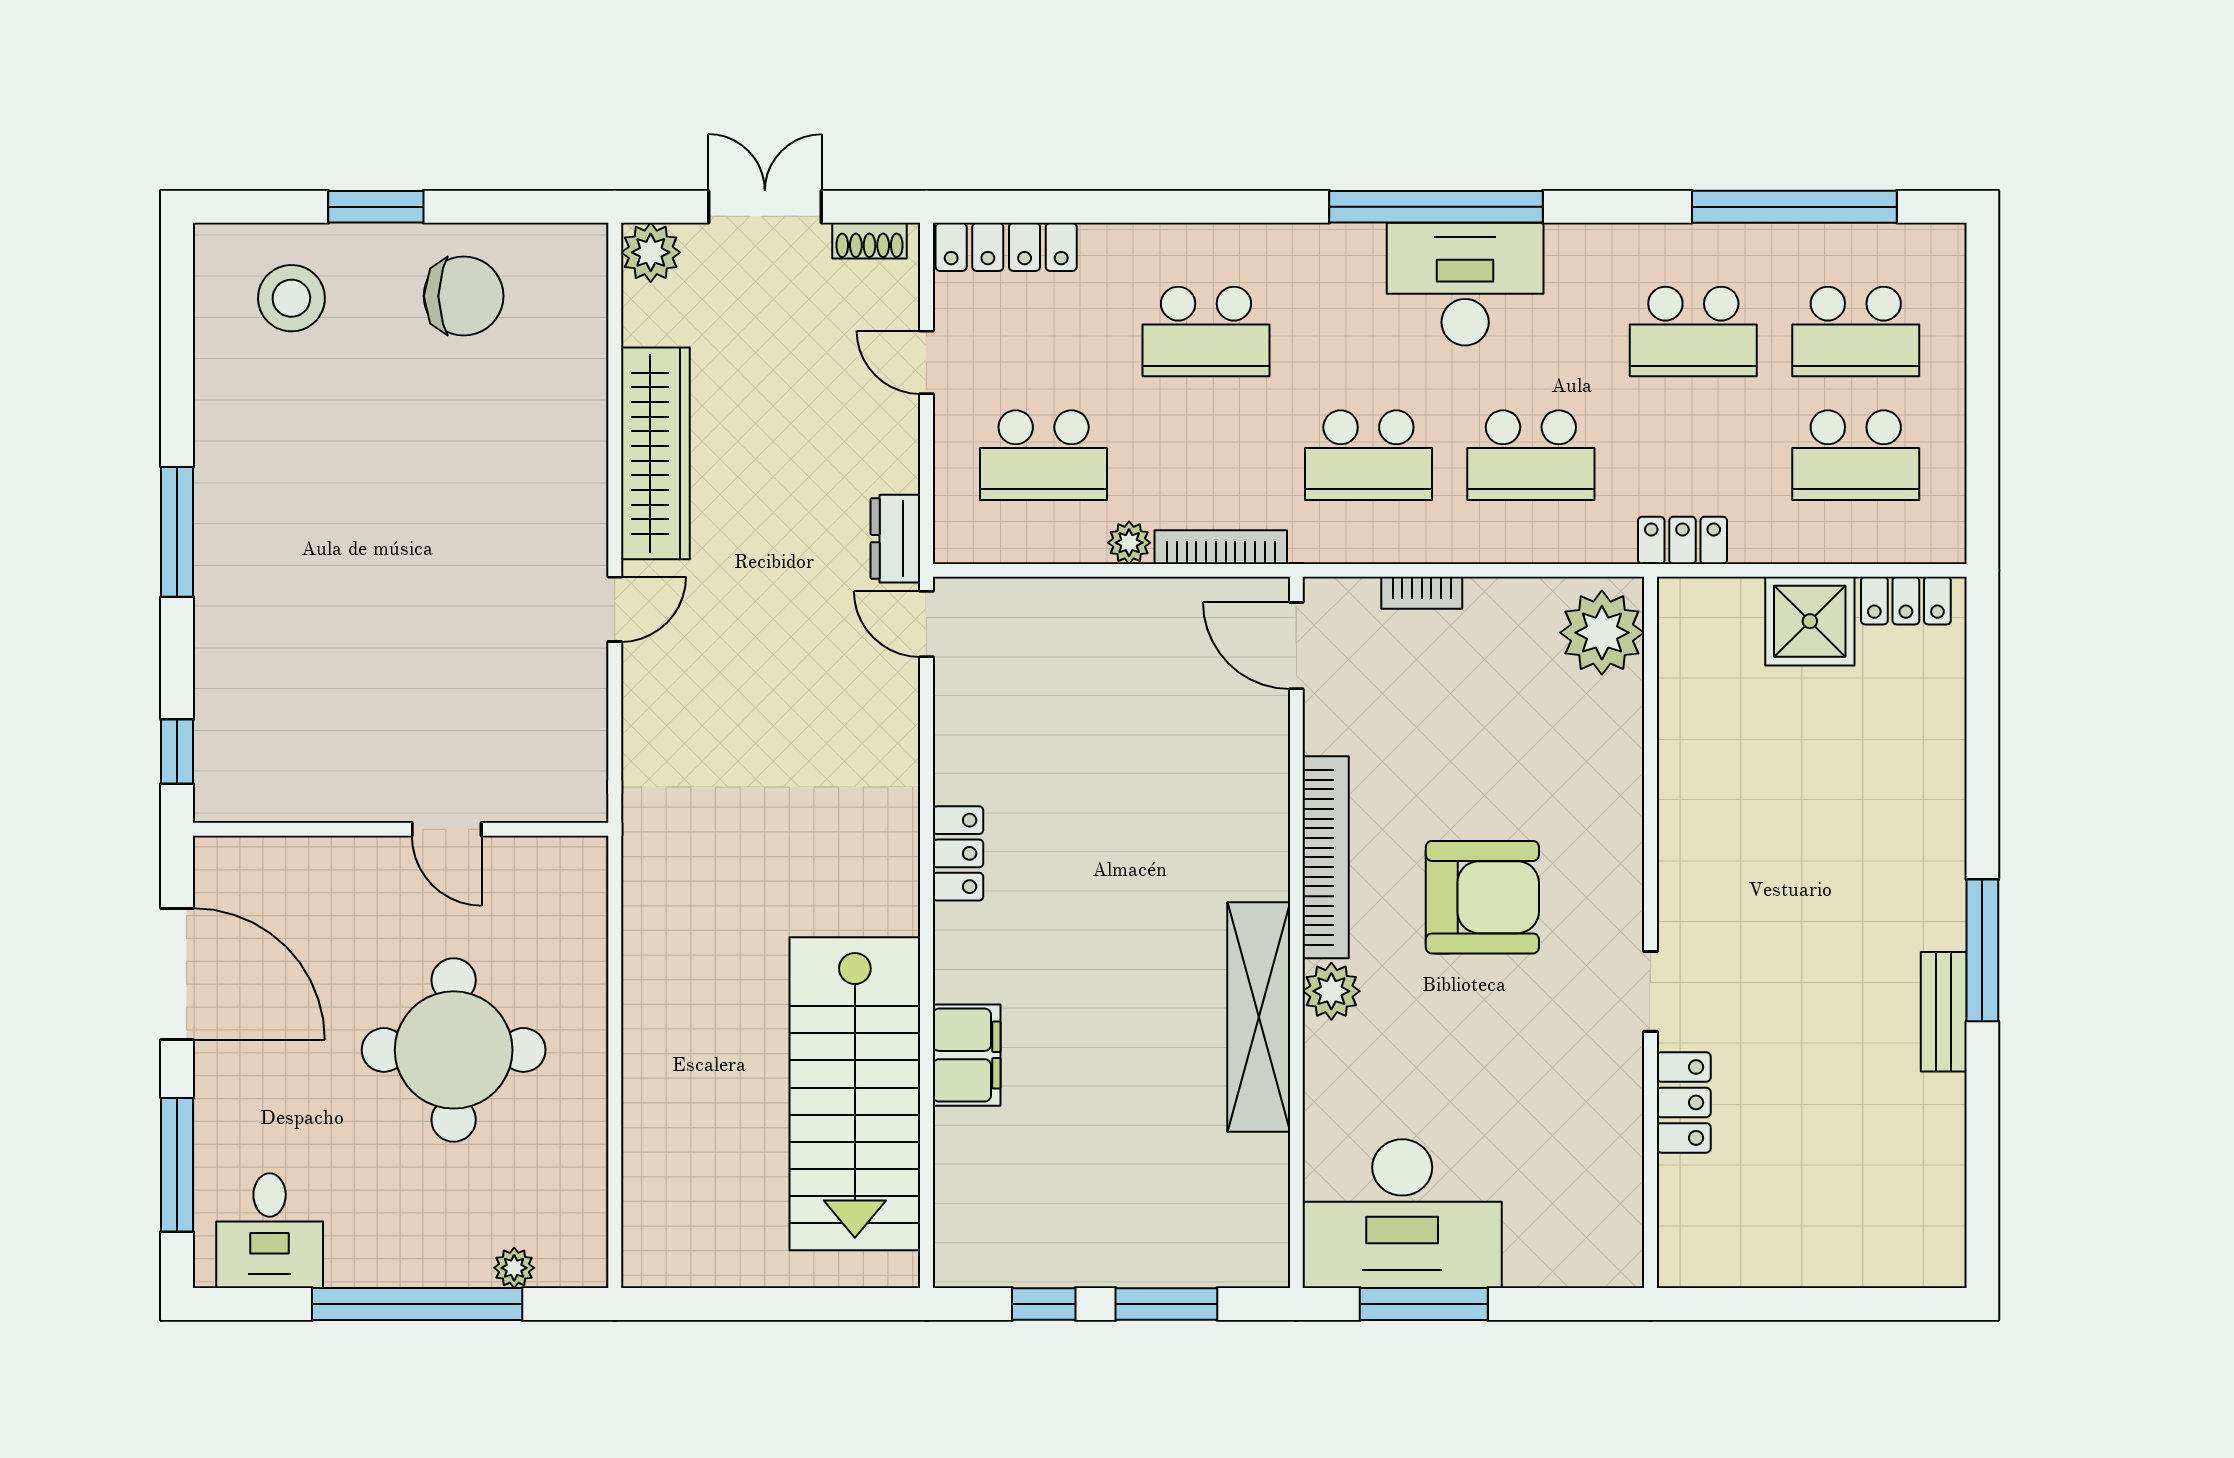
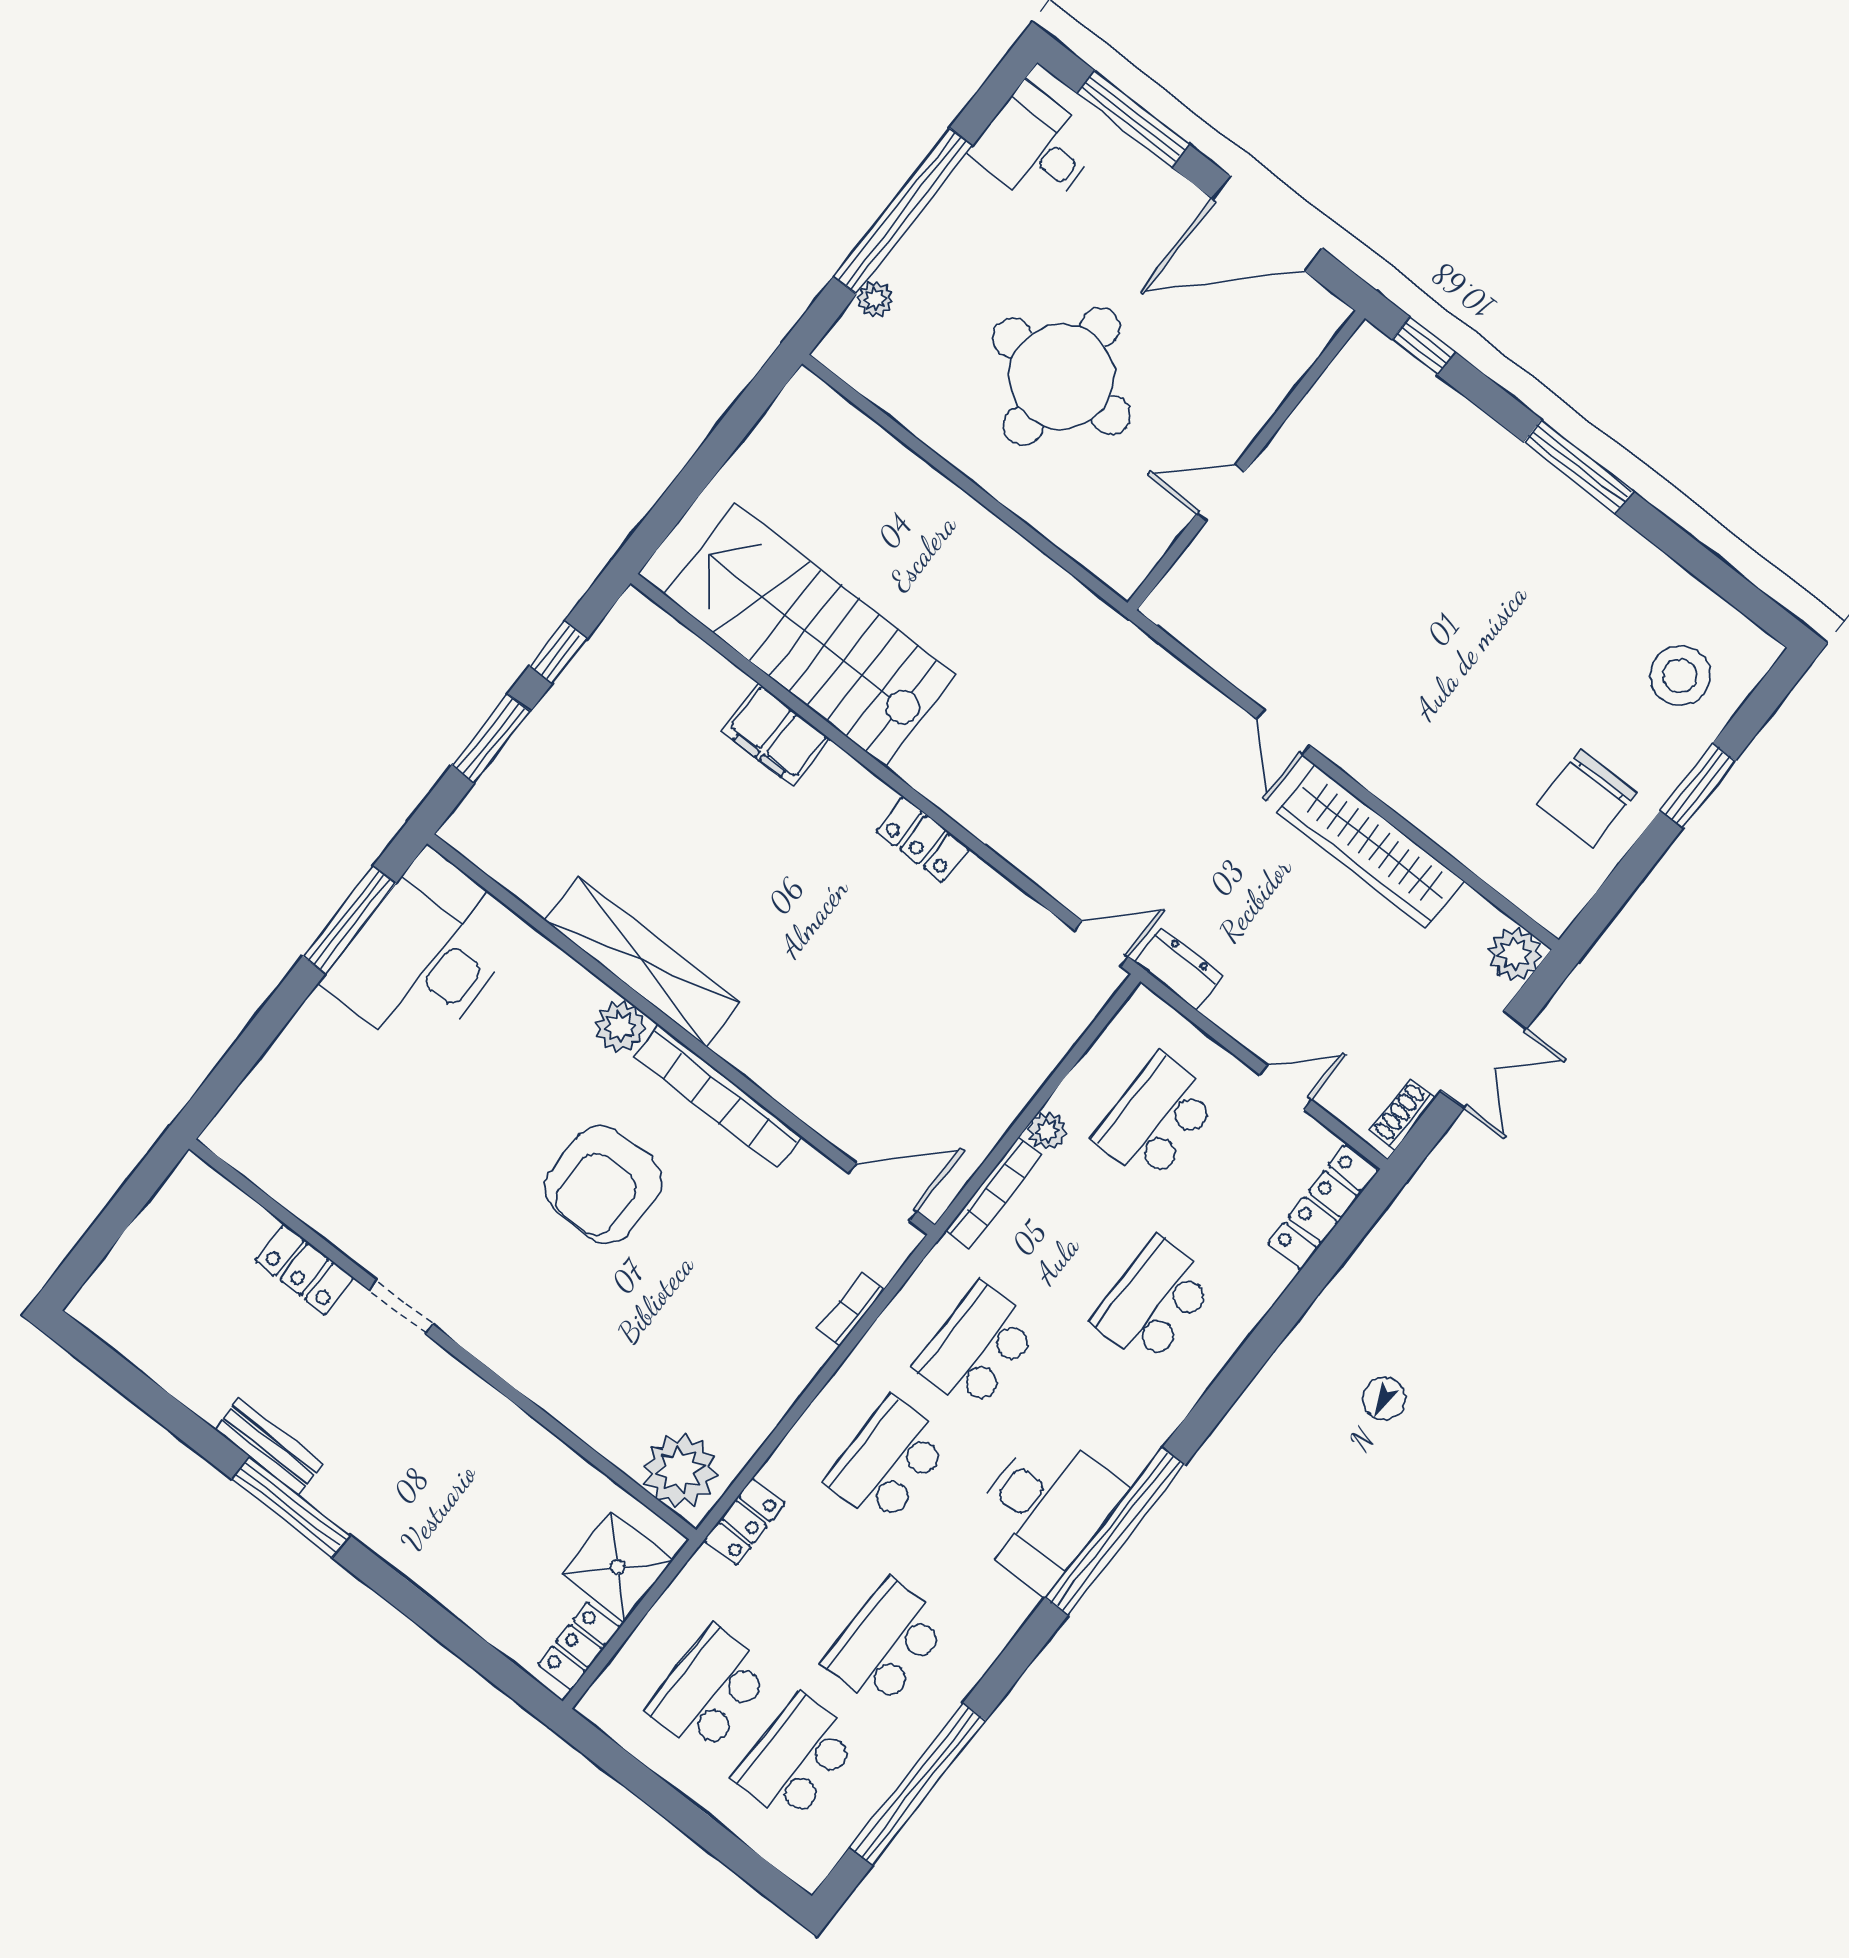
plant: (1602, 633) -> (680, 1470), moved
wall: (1650, 932) -> (443, 1339), moved
doorway: (1650, 991) -> (401, 1307), moved
locker: (1684, 1102) -> (305, 1269), moved

